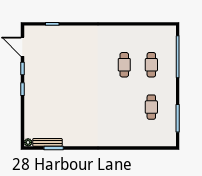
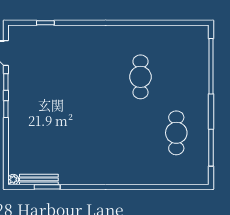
cafe table: (124, 65) -> (140, 77), width x1.37, depth x1.35
cafe table: (151, 65) -> (176, 77), removed
cafe table: (151, 107) -> (176, 133), width x1.37, depth x1.35

